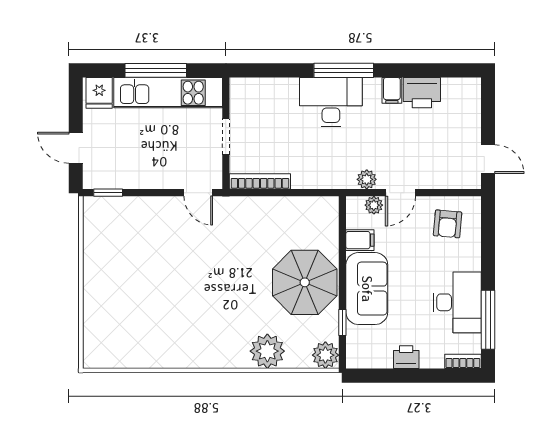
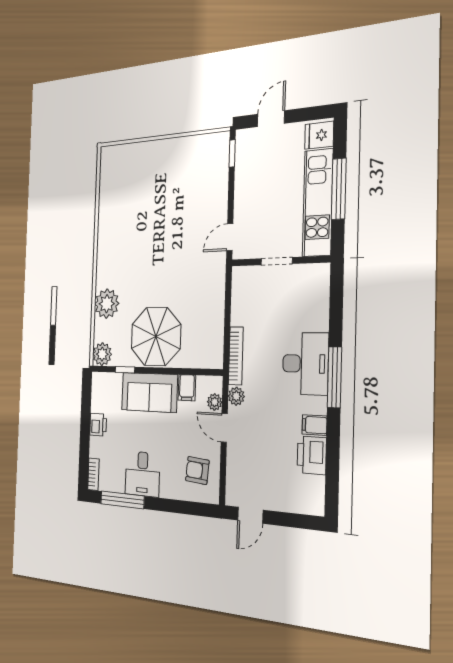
bookcase: (260, 181) -> (236, 356), moved
desk: (457, 302) -> (142, 474), width x0.73

